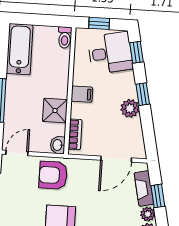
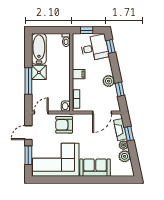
window: (143, 94) -> (120, 89), moved
shower: (55, 111) -> (39, 72), moved

